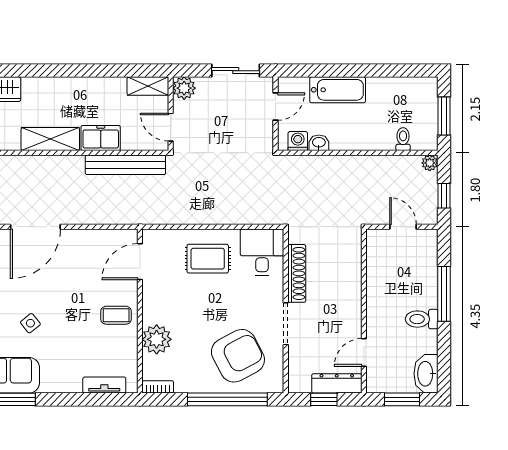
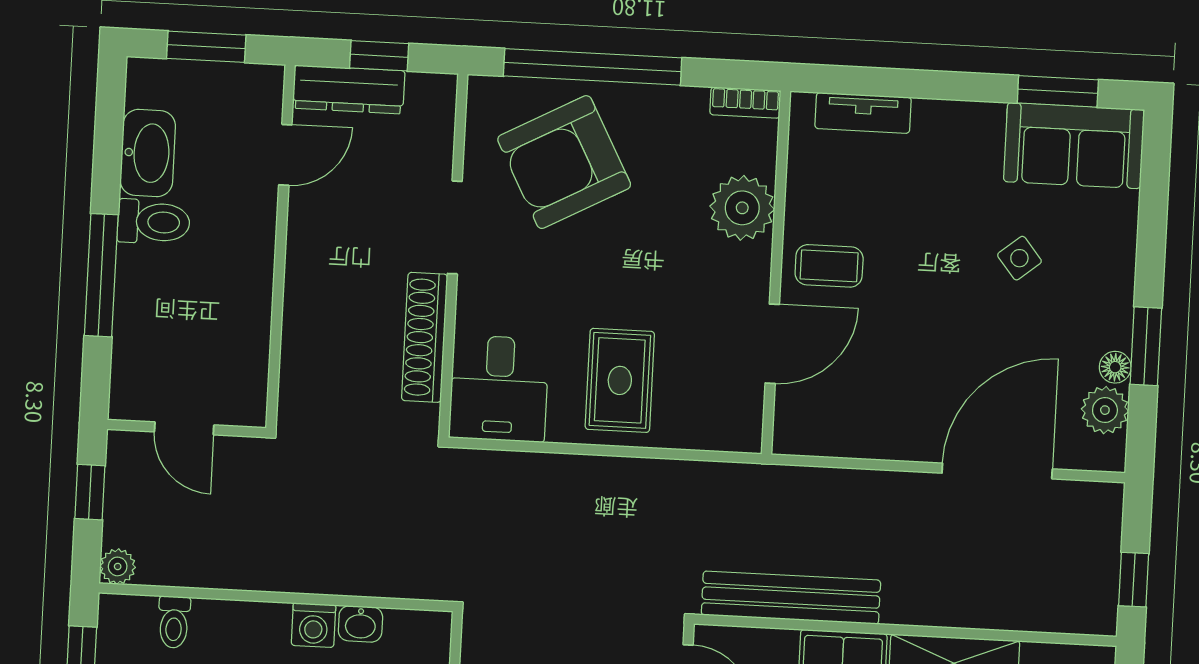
washing machine: (298, 141) -> (314, 625), moved
rug: (208, 259) -> (620, 380), turned 90
door: (140, 262) -> (772, 344), moved
washbasin: (426, 374) -> (148, 153), moved

